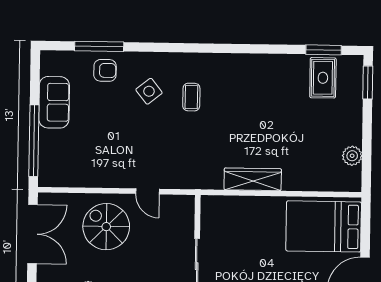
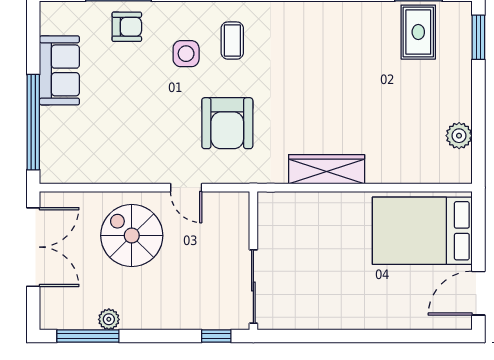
side table: (149, 91) -> (186, 54), turned 38
coffee table: (191, 97) -> (232, 41), moved
armchair: (179, 144) -> (227, 123), added

